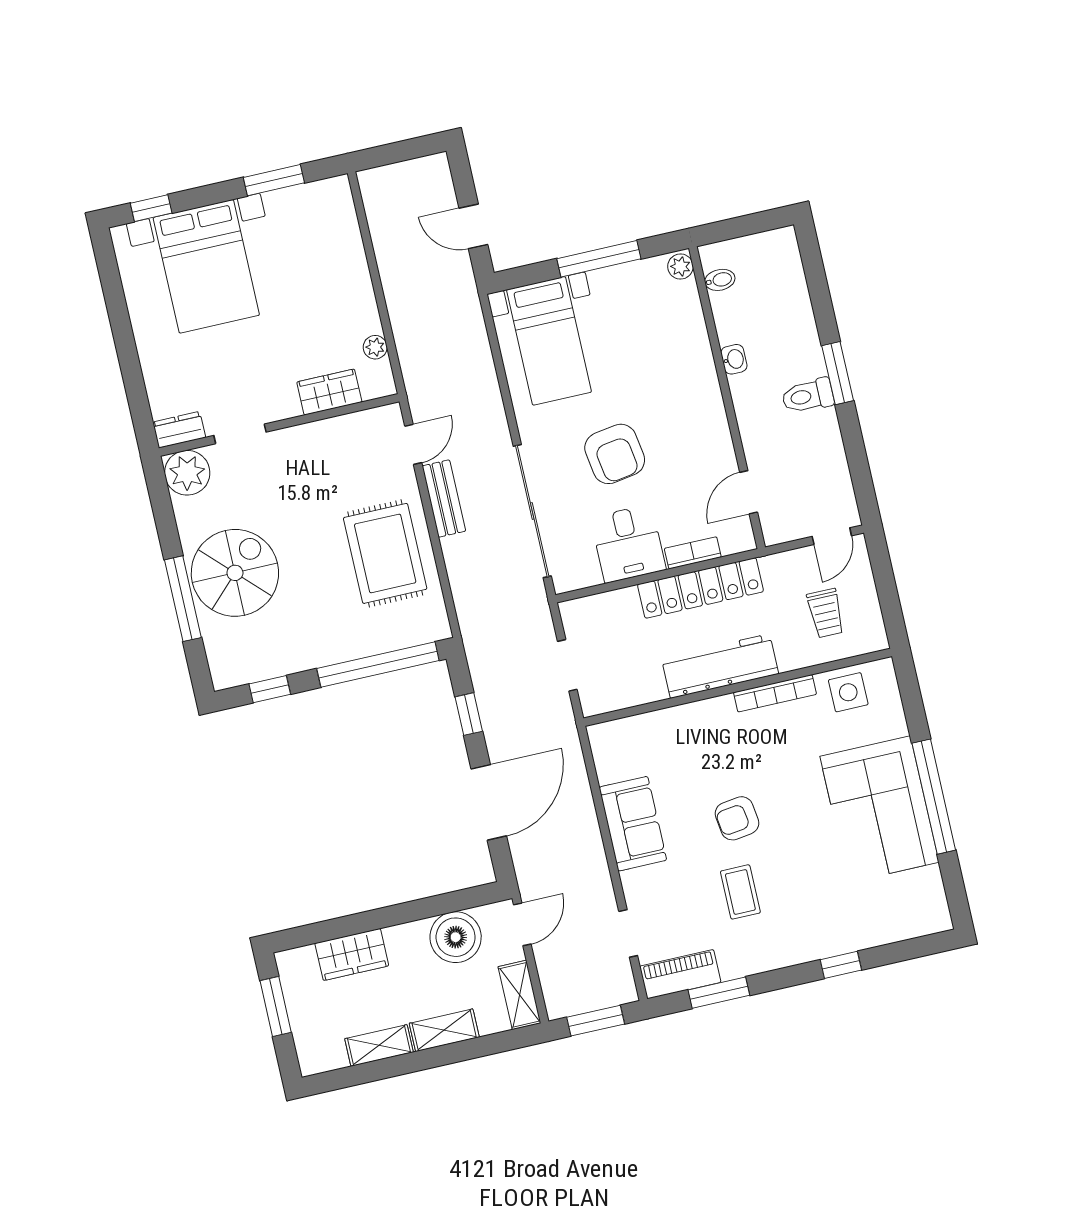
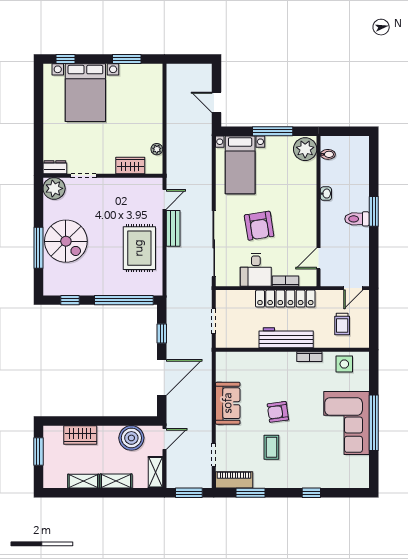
plant: (680, 267) -> (305, 149), width x1.88, depth x1.88
spiral stairs: (235, 573) -> (66, 241), turned 90
bookcase: (775, 693) -> (309, 357), width x0.64

